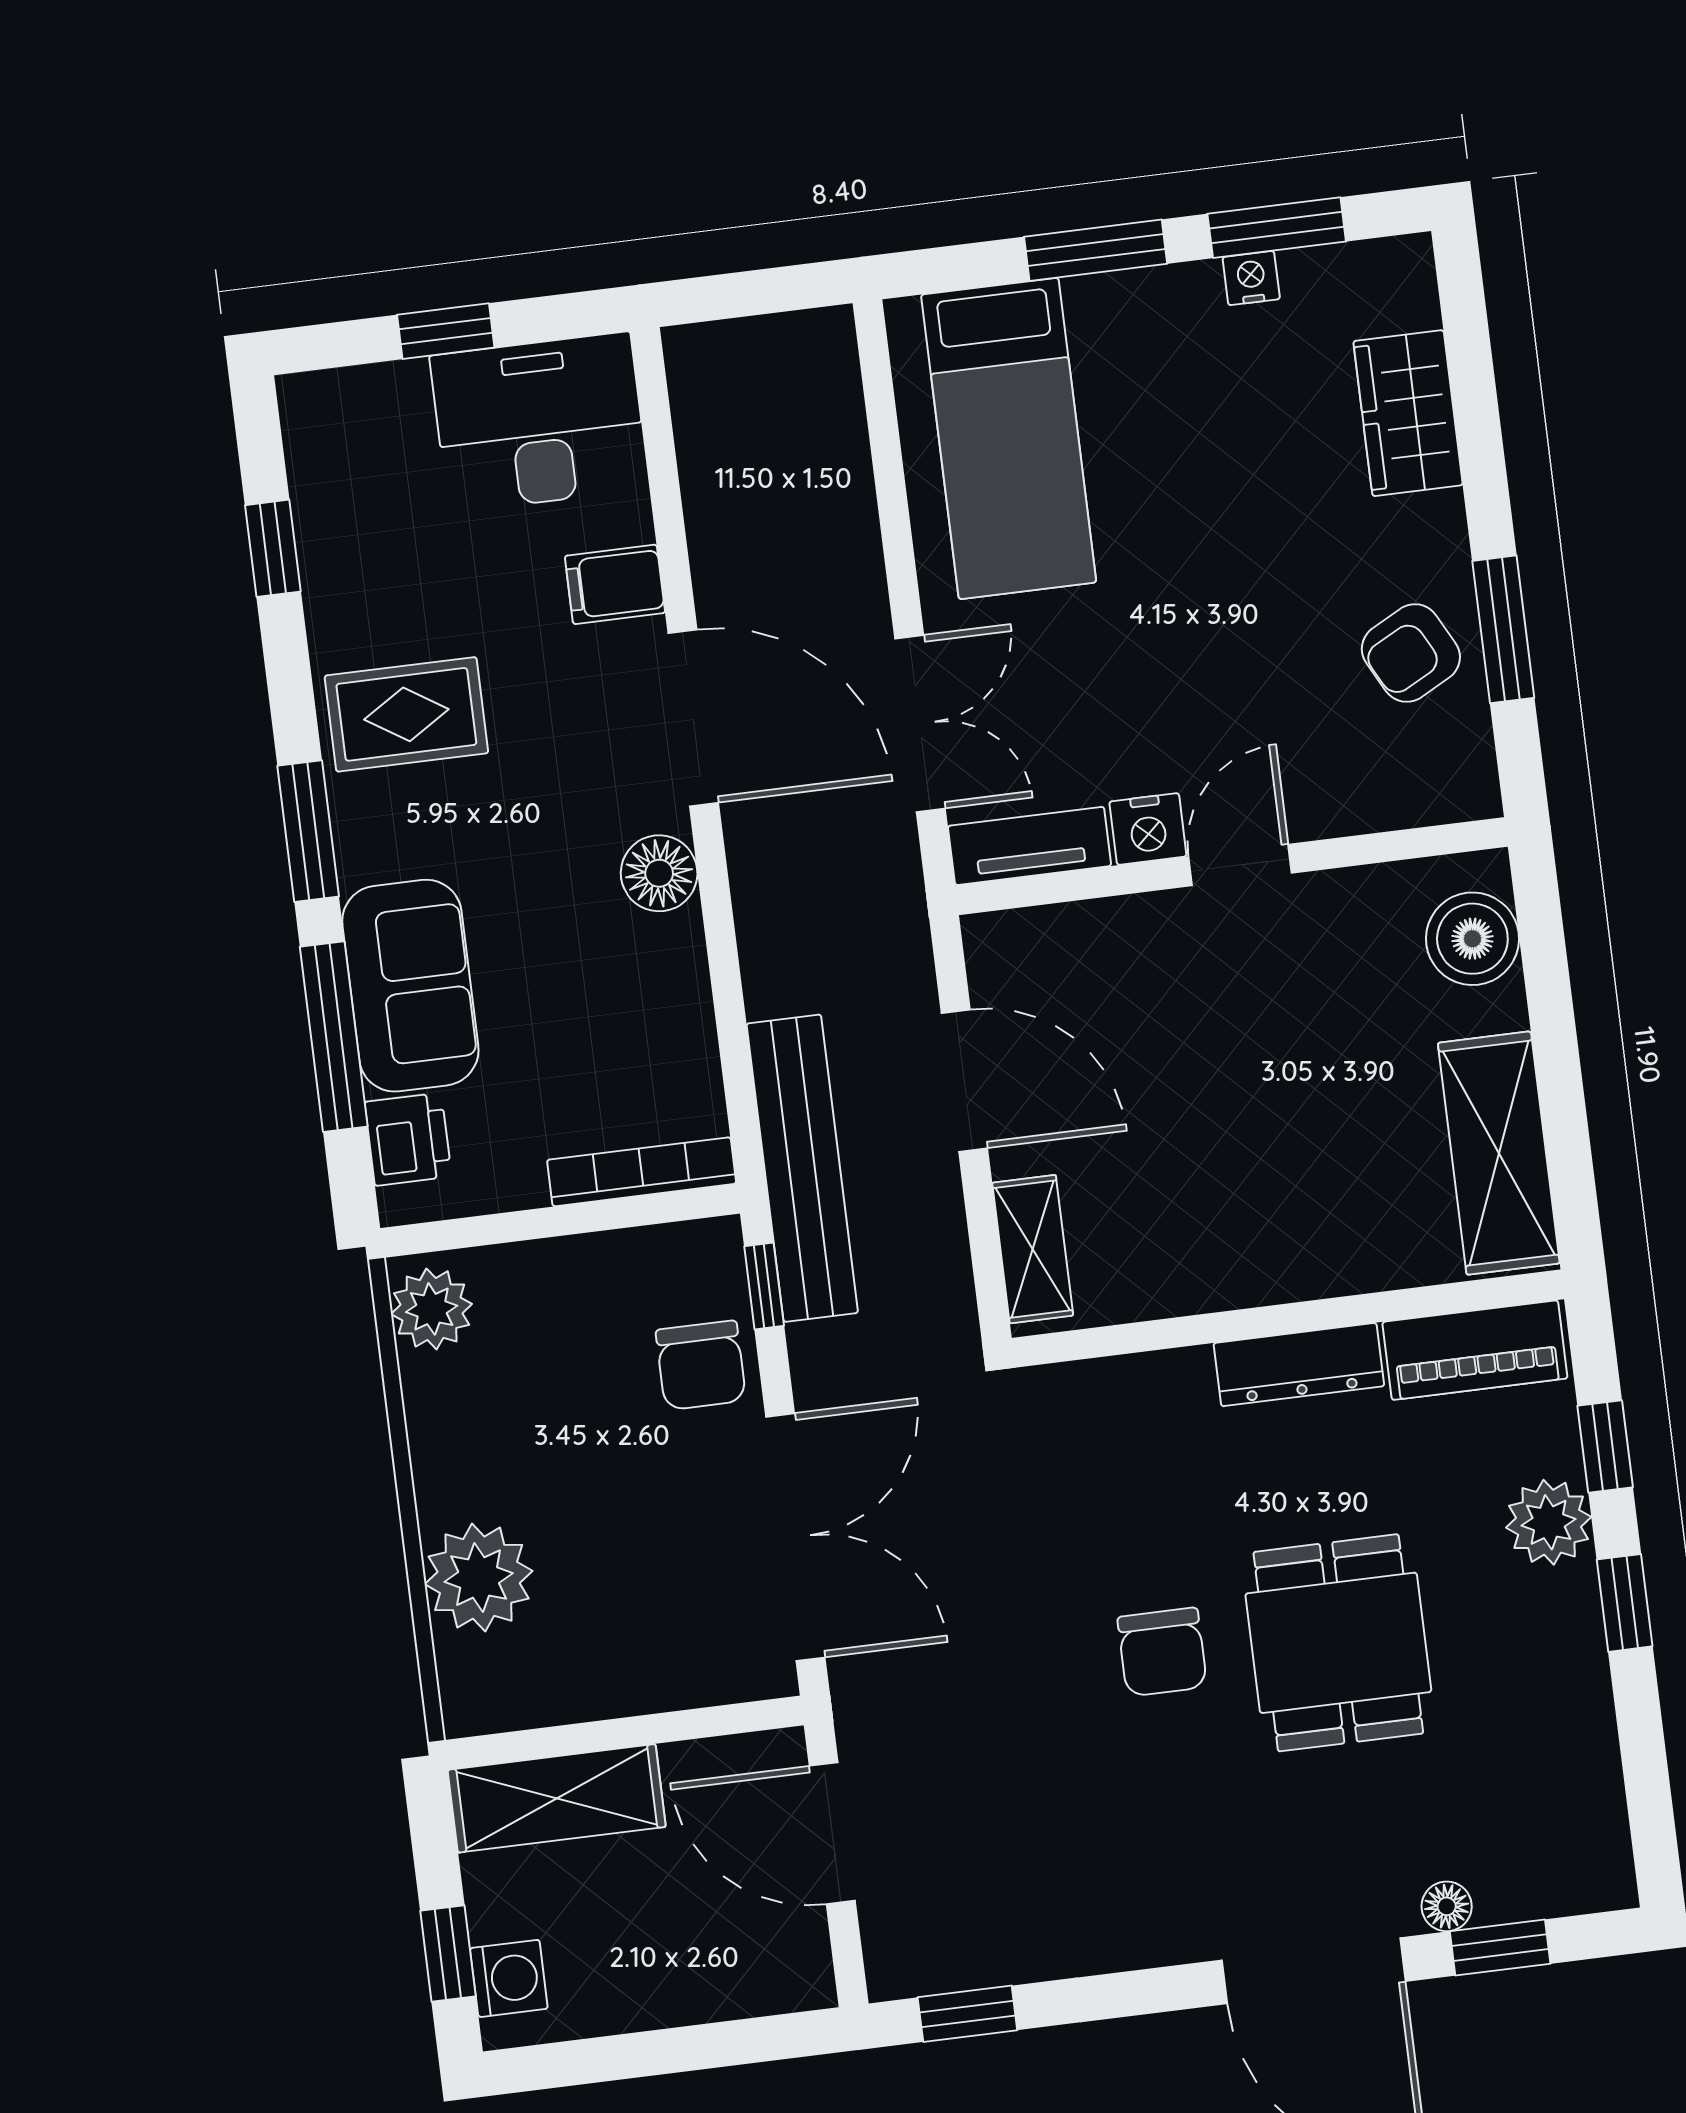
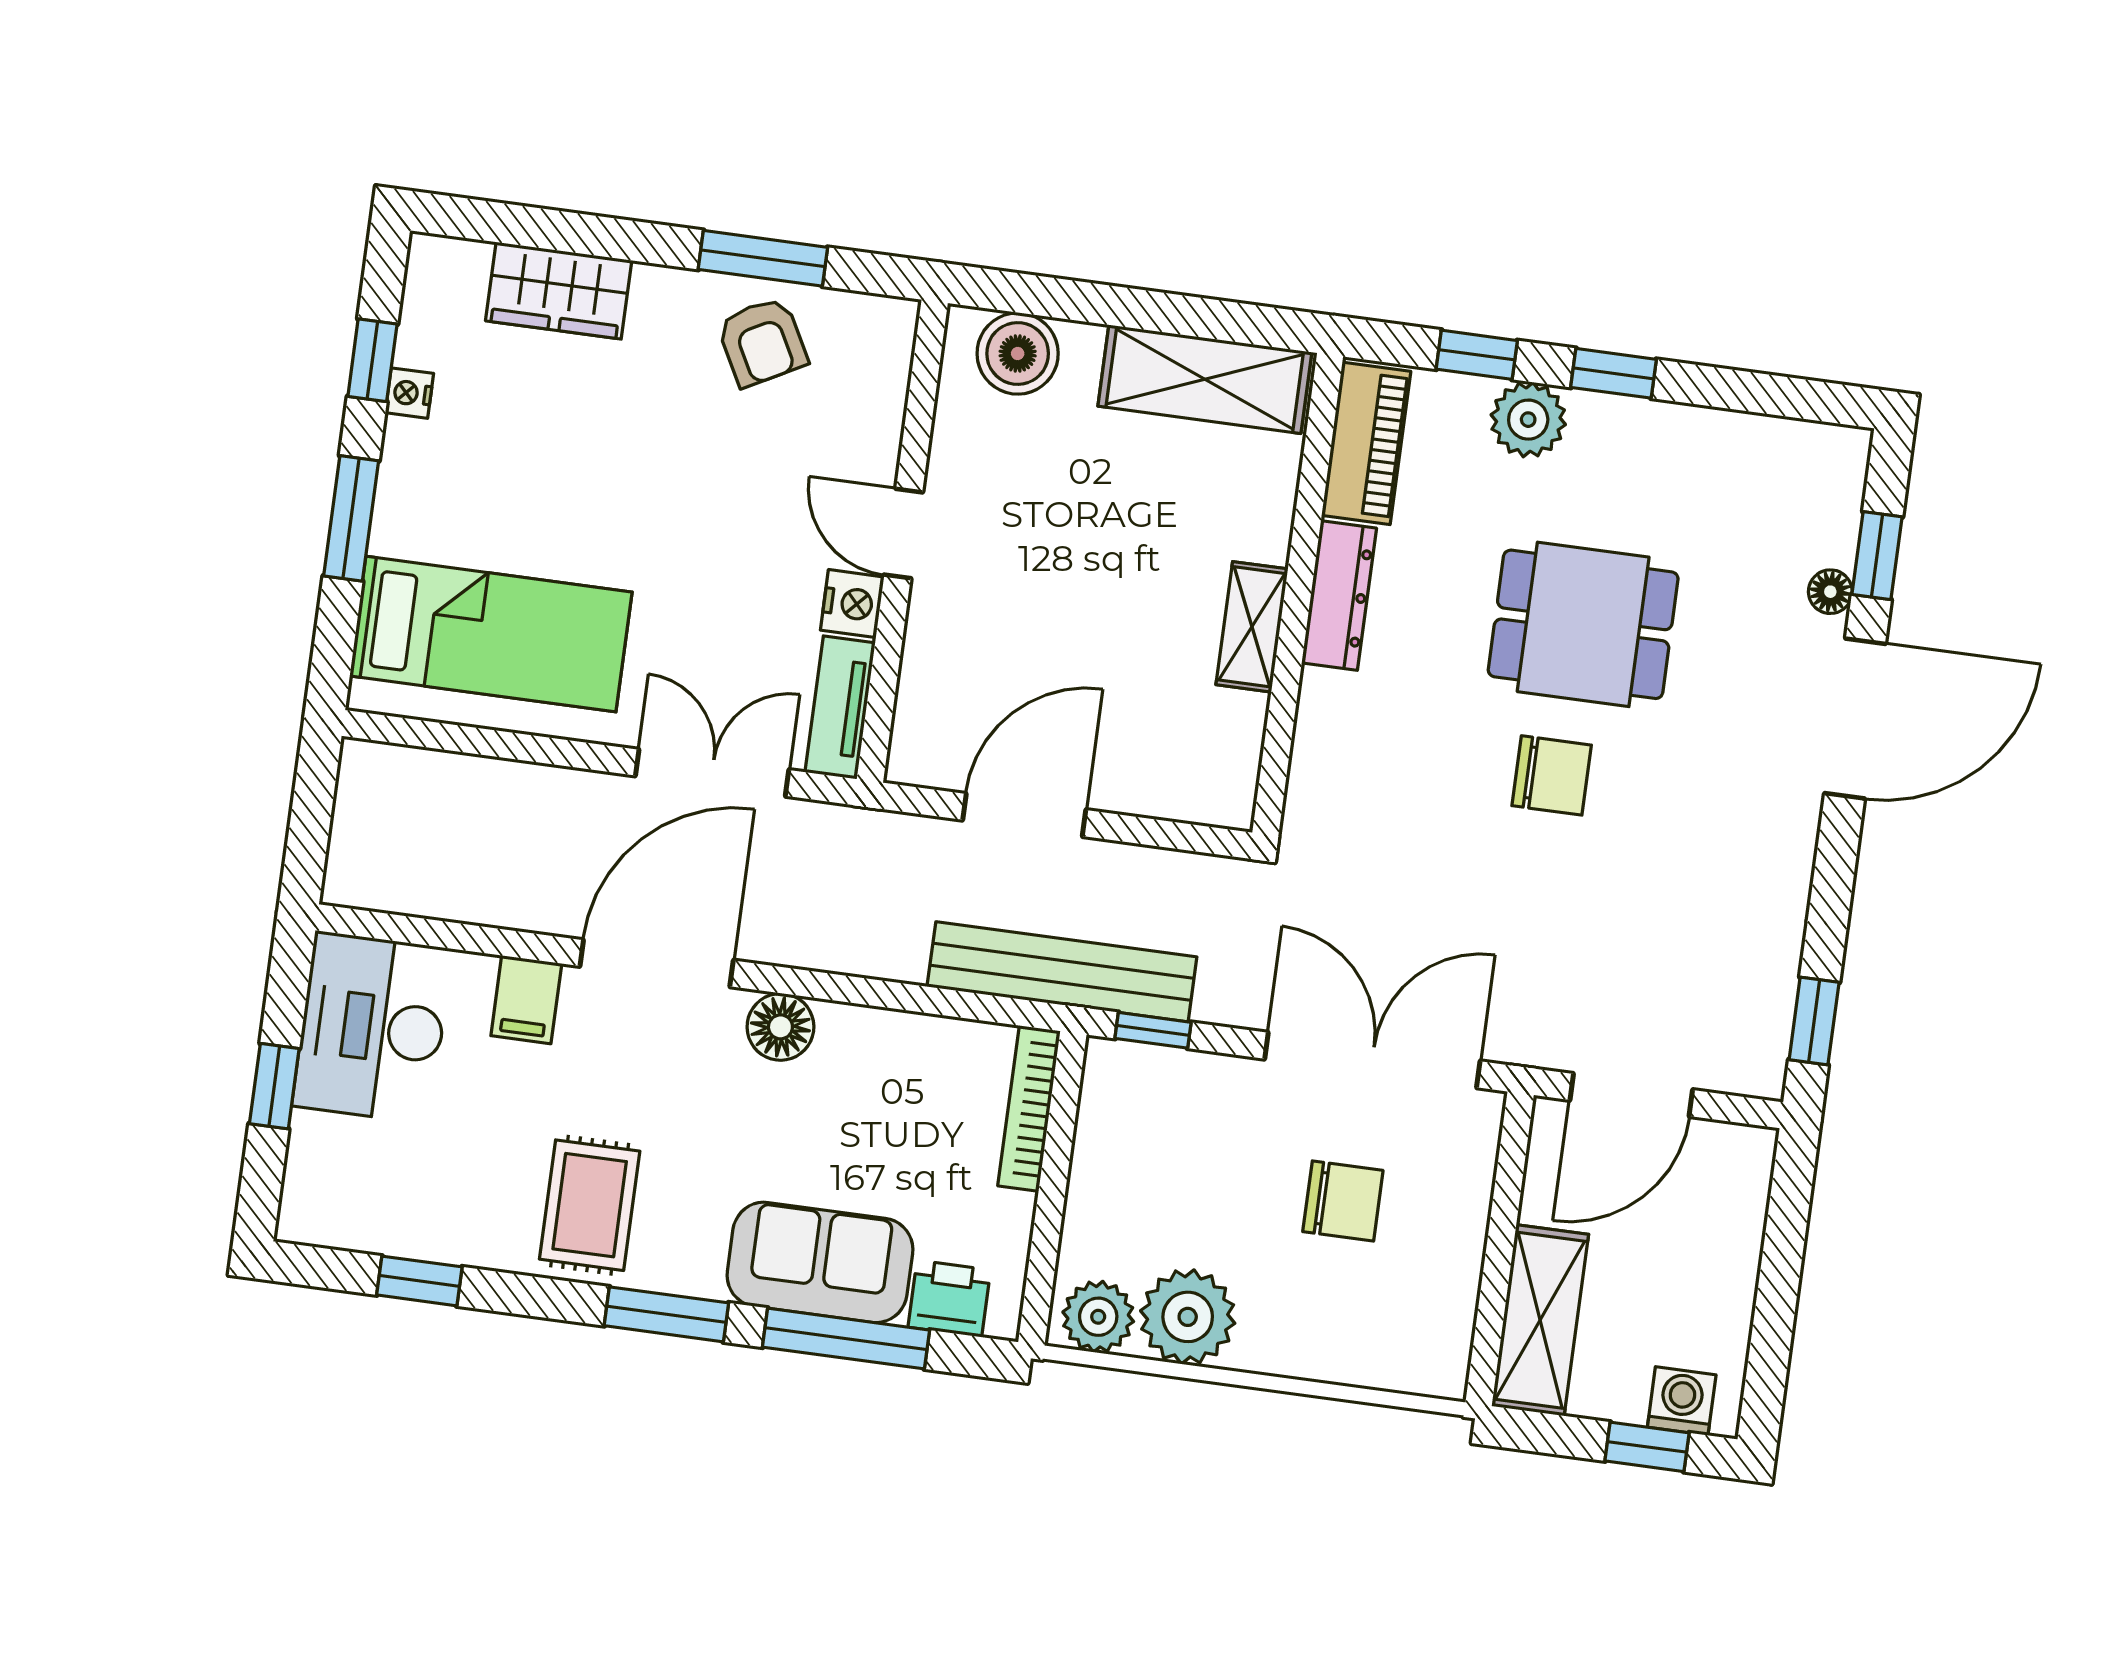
window: (1277, 228) -> (372, 360), width x0.67
shelving: (1033, 1249) -> (1252, 627), moved, turned 90
chair: (701, 1365) -> (1343, 1201), moved
plant: (479, 1578) -> (1188, 1317), moved

